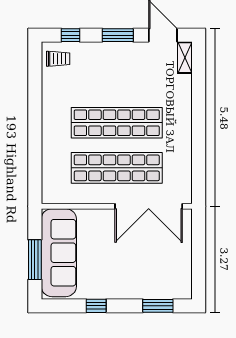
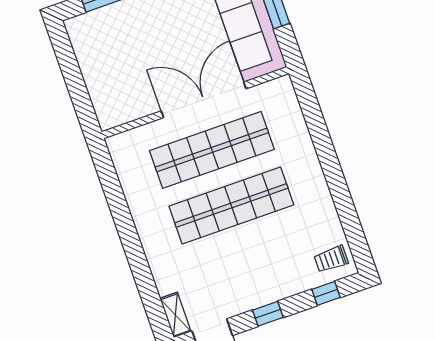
window: (118, 35) -> (268, 314), width x0.67
double door: (149, 206) -> (204, 100), moved

